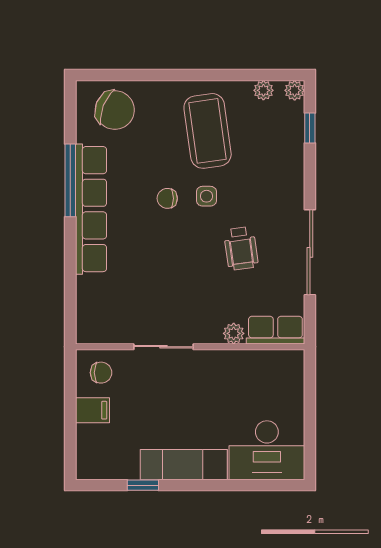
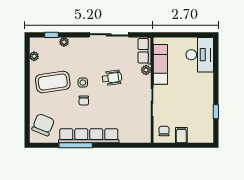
plant: (295, 90) -> (64, 42), moved
wheelchair: (241, 248) -> (112, 78), moved
exam couch: (184, 465) -> (160, 64), moved, turned 180

